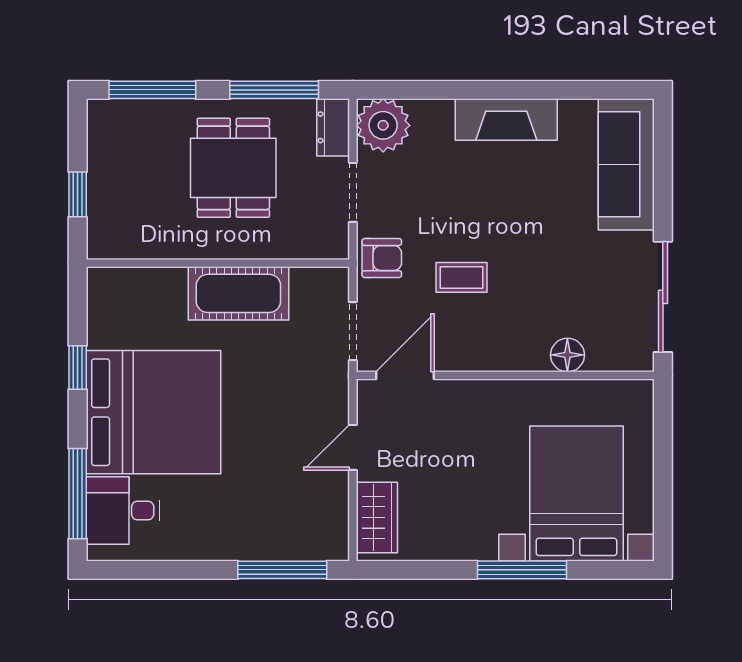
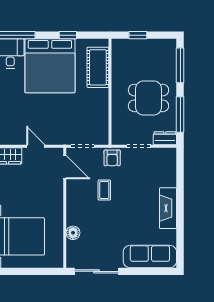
plant: (383, 125) -> (166, 158), removed
cot: (238, 293) -> (98, 67), moved

